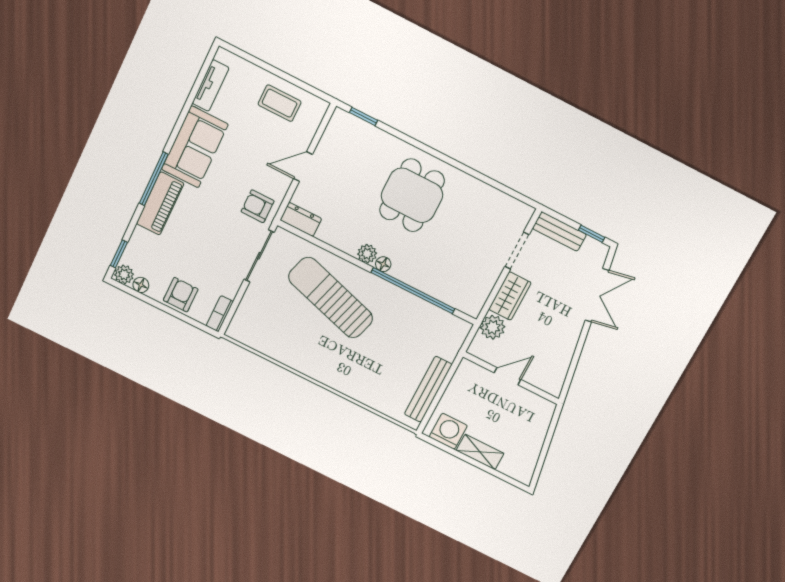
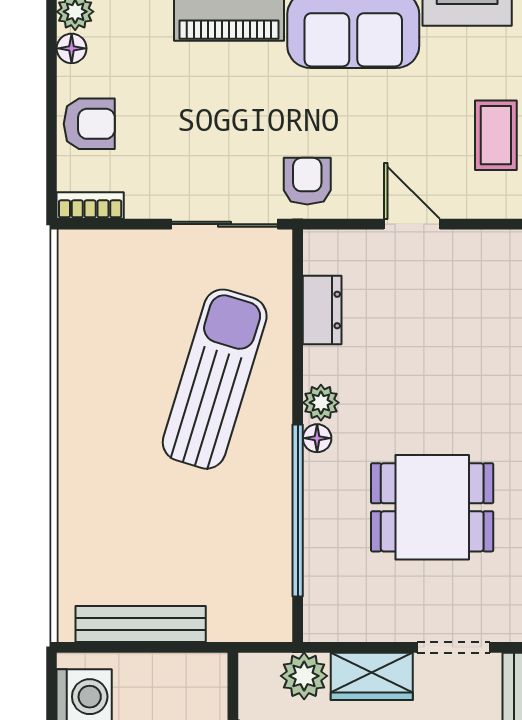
dining table: (412, 195) -> (432, 507), moved
dresser: (301, 219) -> (322, 310), moved

